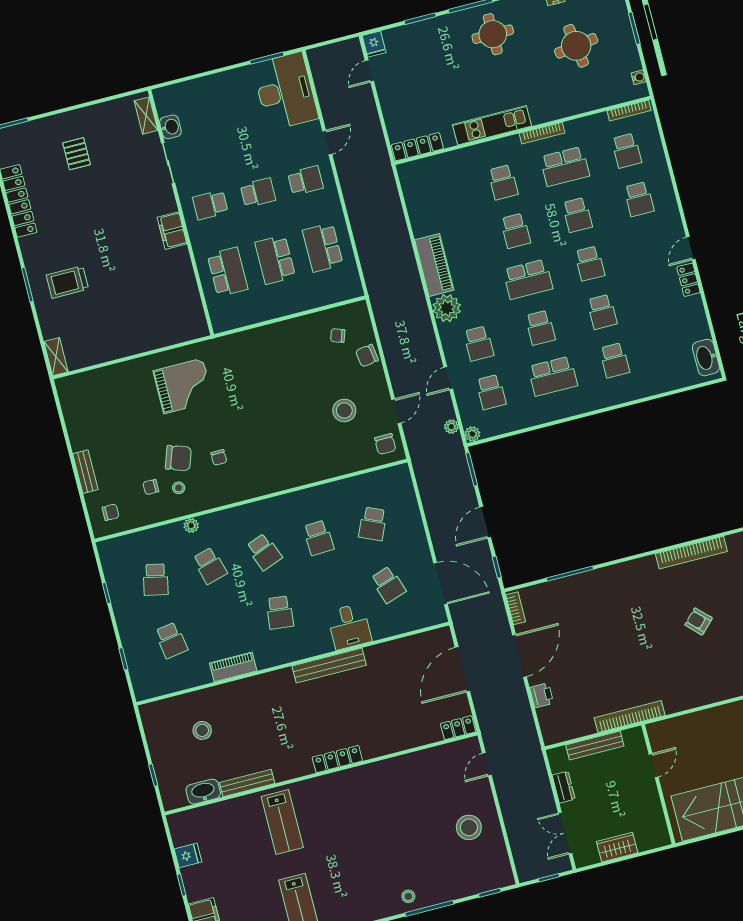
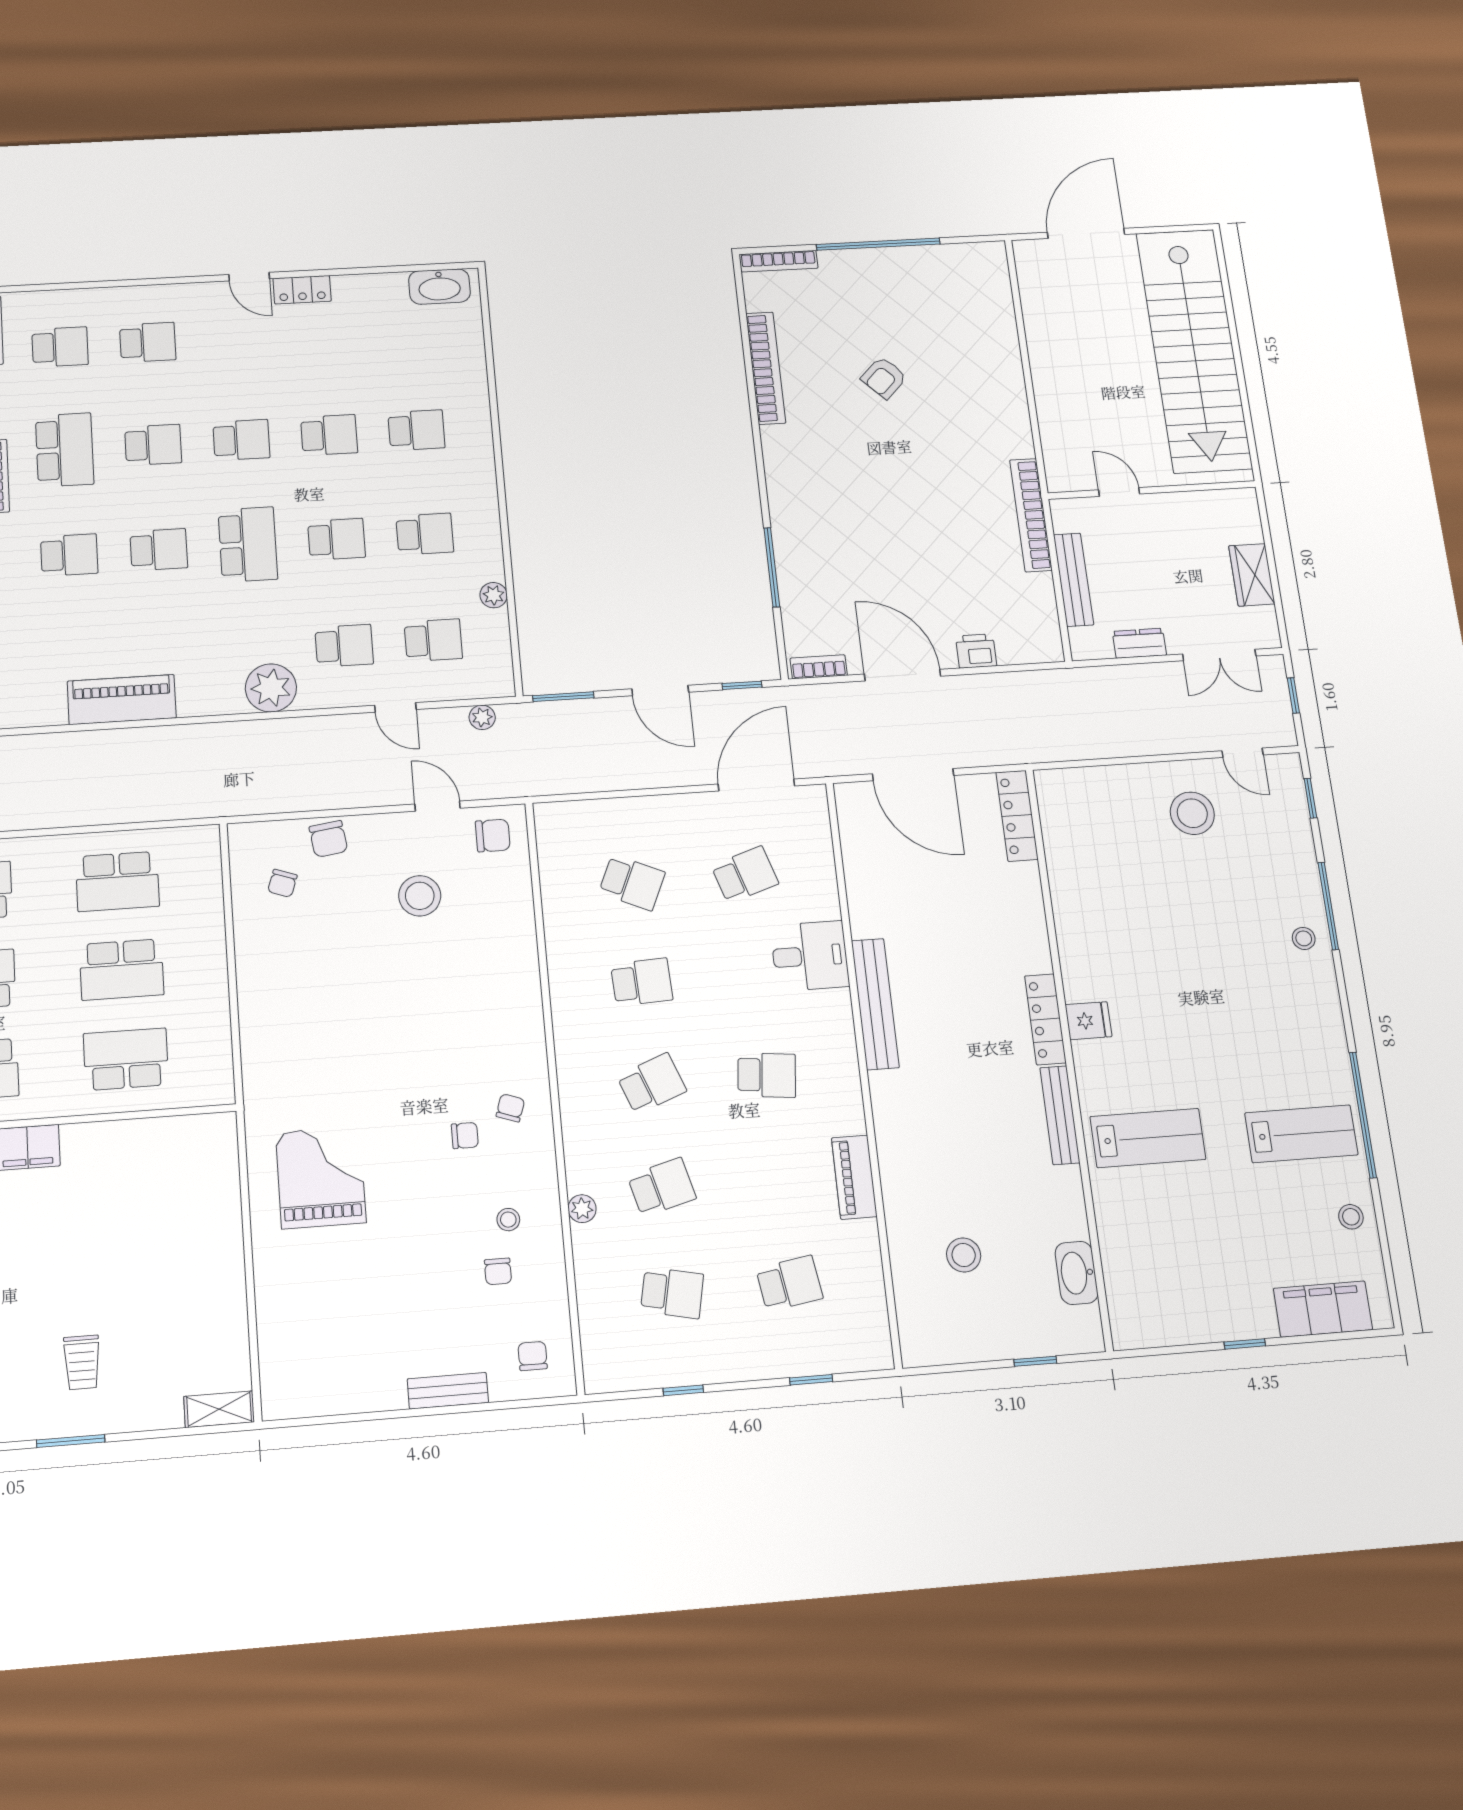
piano: (434, 265) -> (122, 700), moved
trolley: (67, 282) -> (82, 1362), width x0.73, depth x0.72
school desk: (553, 376) -> (425, 534), width x0.54
plant: (472, 434) -> (494, 595), moved
chair: (178, 458) -> (510, 1108), moved, width x0.54, depth x0.54
locker: (458, 728) -> (1017, 816), width x1.53
door: (487, 764) -> (1242, 753), moved
bench: (247, 783) -> (1060, 1115), moved
fridge: (188, 855) -> (1088, 1021), moved, turned 90

